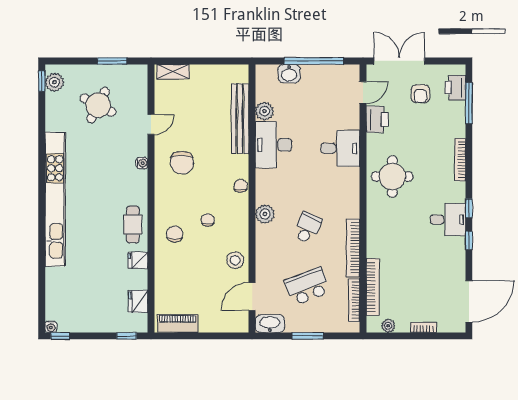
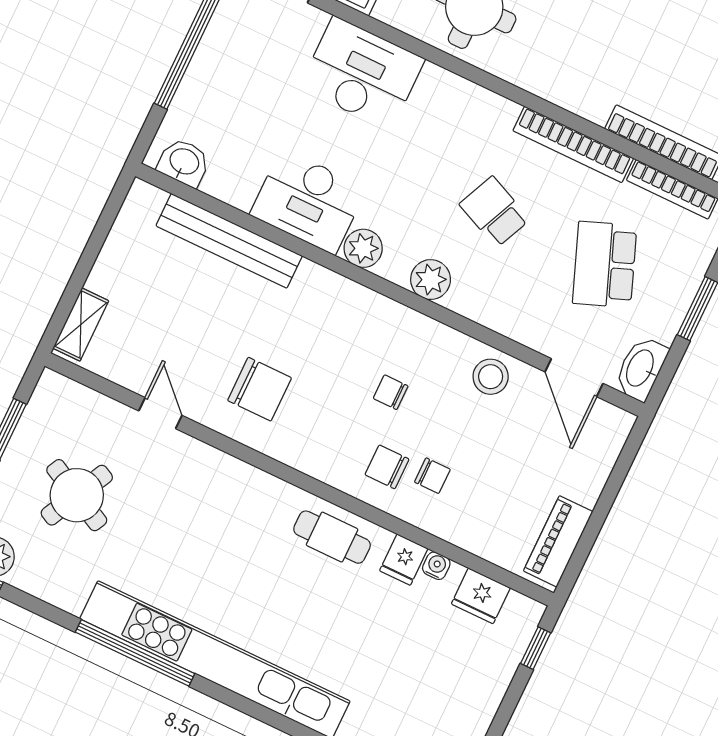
washbasin: (289, 74) -> (184, 162), moved, turned -90
plant: (264, 111) -> (363, 248), moved
desk: (340, 148) -> (362, 73), width x1.37
window: (42, 163) -> (135, 653), added
water cooler: (142, 163) -> (436, 566), moved
chair: (241, 186) -> (432, 476), moved, turned 180

